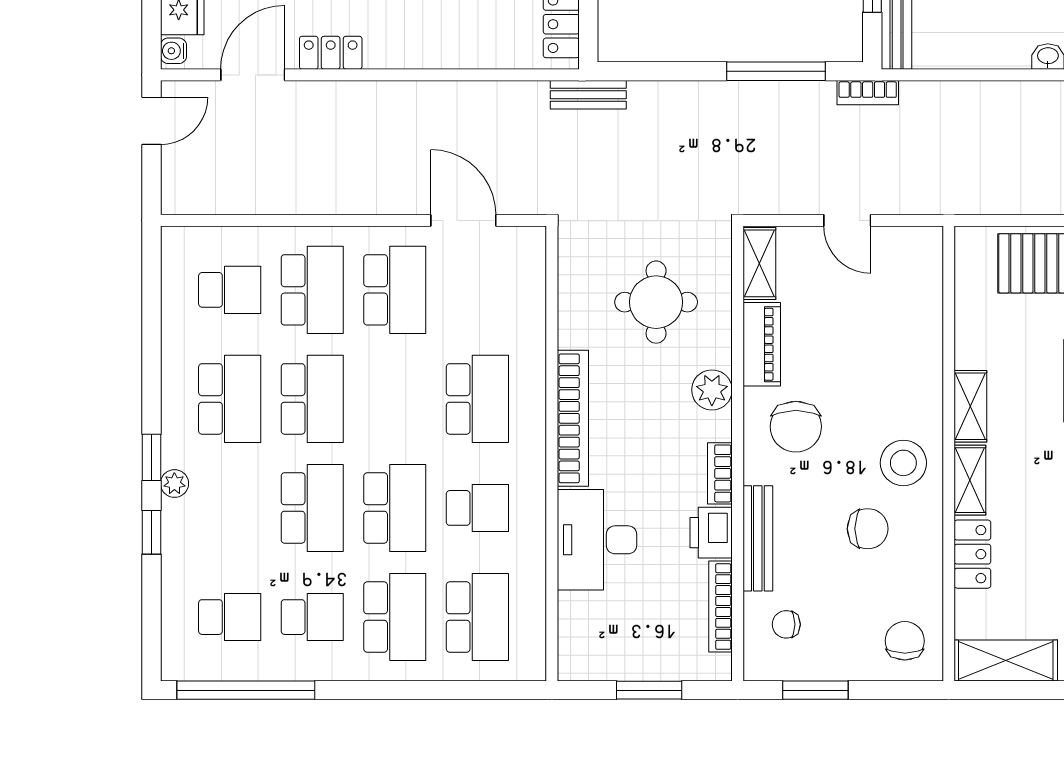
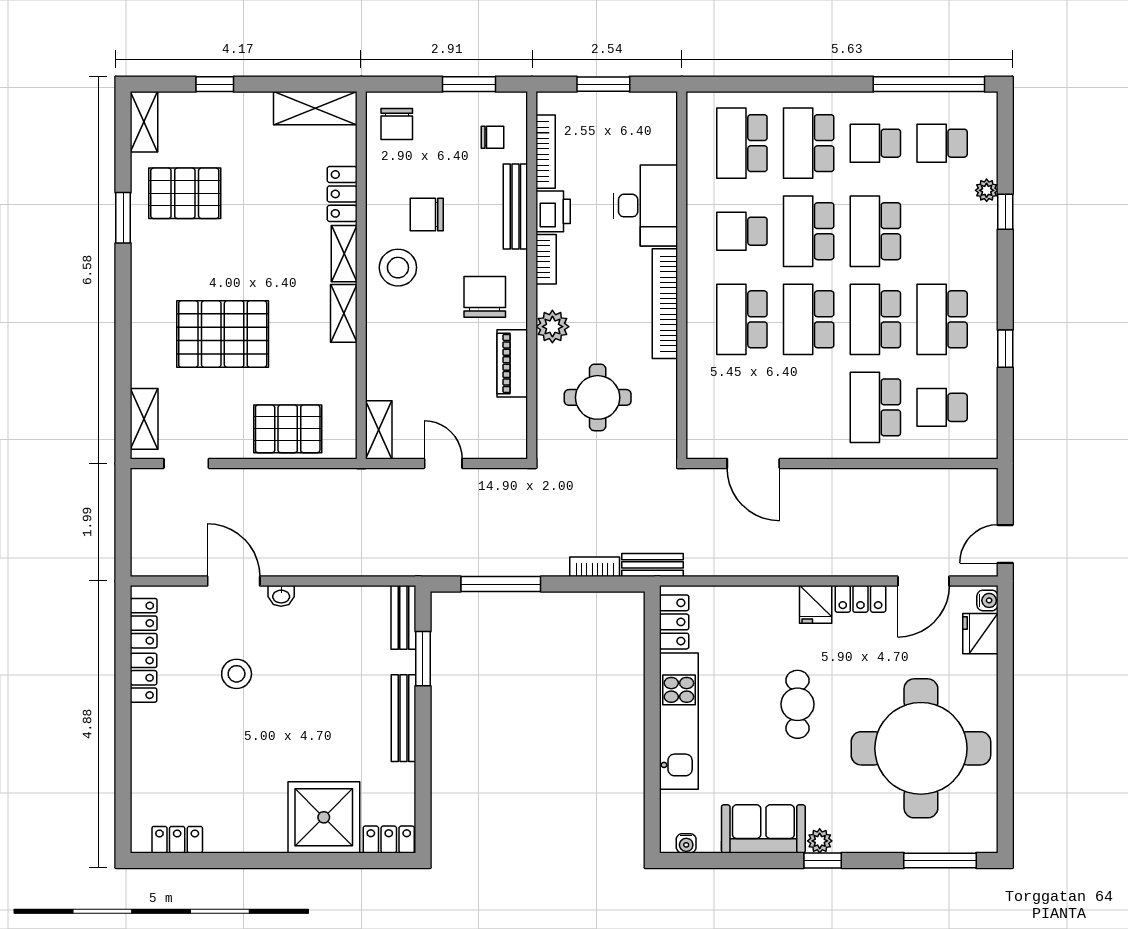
fridge: (386, 46) -> (816, 604), added
bookcase: (868, 93) -> (595, 567), moved
shelving: (759, 263) -> (379, 430), moved
school desk: (395, 290) -> (809, 319), moved
window: (151, 457) -> (1005, 349), moved
plant: (174, 484) -> (987, 190), moved

